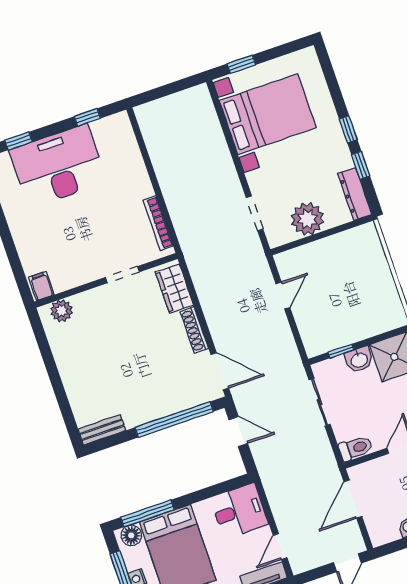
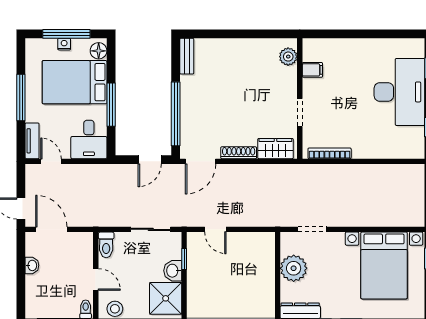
filing cabinet: (41, 286) -> (312, 70), moved
door: (283, 296) -> (215, 229), moved
door: (353, 499) -> (51, 229), moved
window: (147, 513) -> (111, 105), moved

